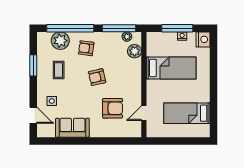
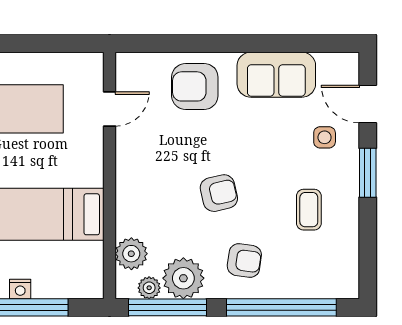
plant: (60, 41) -> (183, 278), moved
window: (33, 65) -> (368, 173), moved
armchair: (113, 108) -> (195, 86), moved

